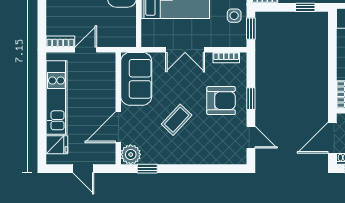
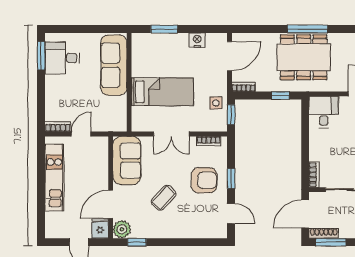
fridge: (57, 145) -> (100, 228), moved, turned -90

